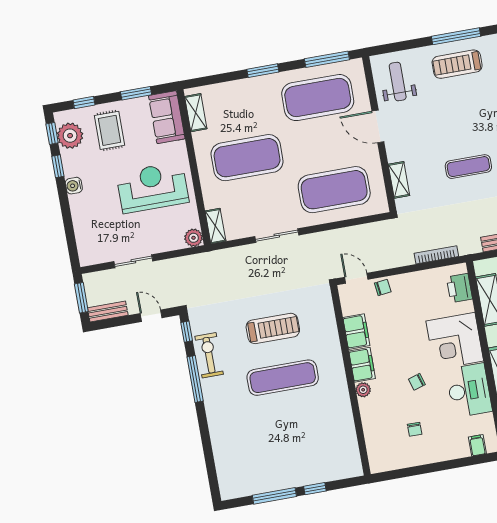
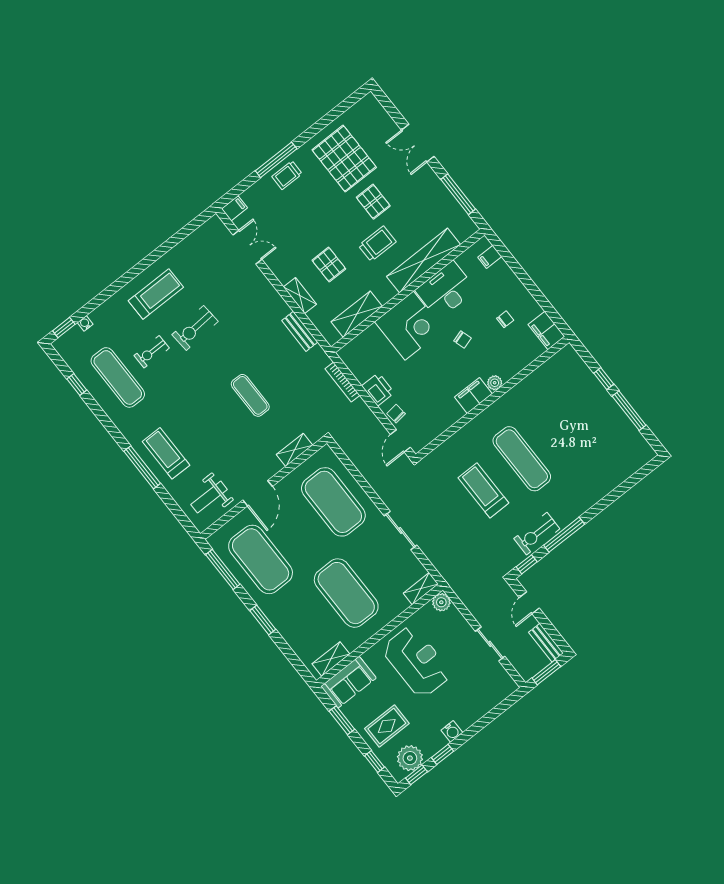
treadmill: (457, 64) -> (166, 453), turned 180
reception desk: (152, 188) -> (417, 662), turned 180
printer: (459, 288) -> (378, 389), moved, turned -90
filing cabinet: (356, 332) -> (546, 330), moved, turned -90

